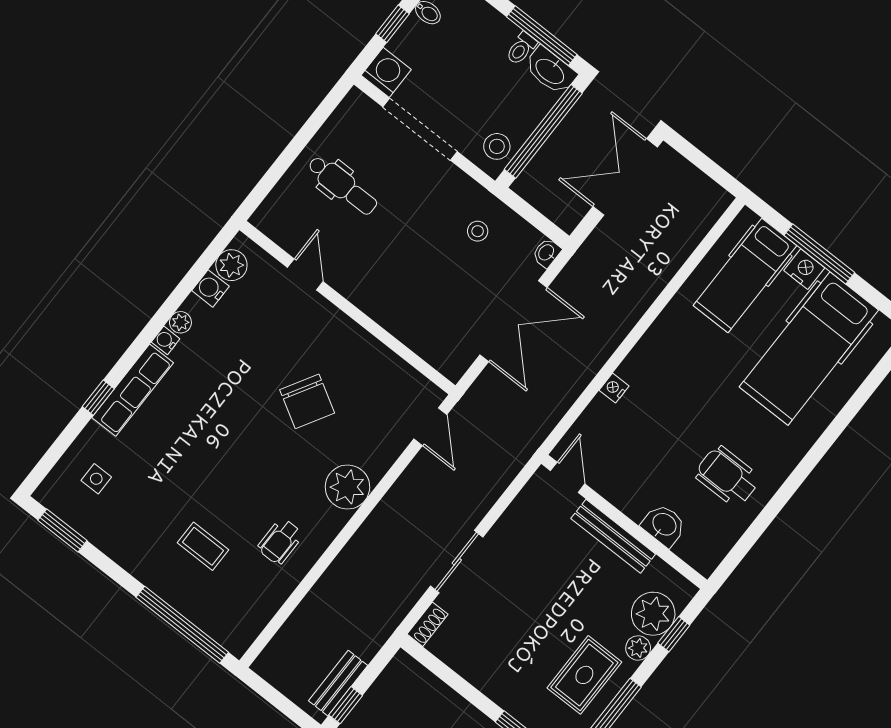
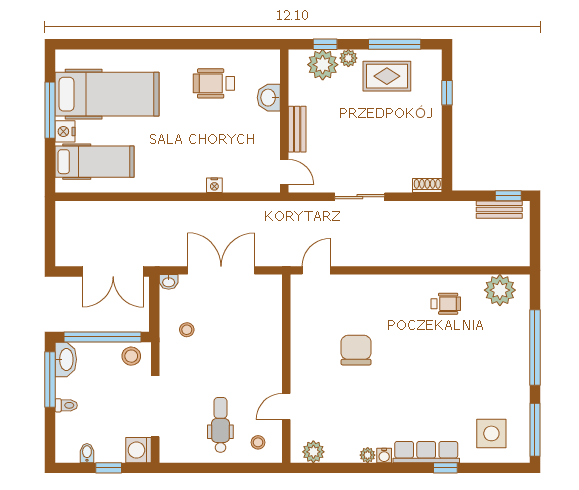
toilet: (521, 49) -> (66, 405), moved
double door: (625, 177) -> (113, 271), moved
stool: (290, 212) -> (258, 442), added
window: (819, 254) -> (50, 110), moved
water cooler: (210, 288) -> (336, 453), removed
chair: (307, 401) -> (356, 350), turned -30
wheelchair: (727, 476) -> (214, 83), turned 90
door: (568, 477) -> (284, 172), swing flipped
side table: (96, 479) -> (491, 433), width x1.87, depth x1.87
plant: (347, 487) -> (500, 290), moved
window: (62, 530) -> (535, 430), width x1.44
bench: (613, 536) -> (297, 129), width x0.73
coffee table: (203, 546) -> (482, 345), removed
sliding door: (457, 562) -> (360, 197), moved
window: (182, 625) -> (535, 347), moved

